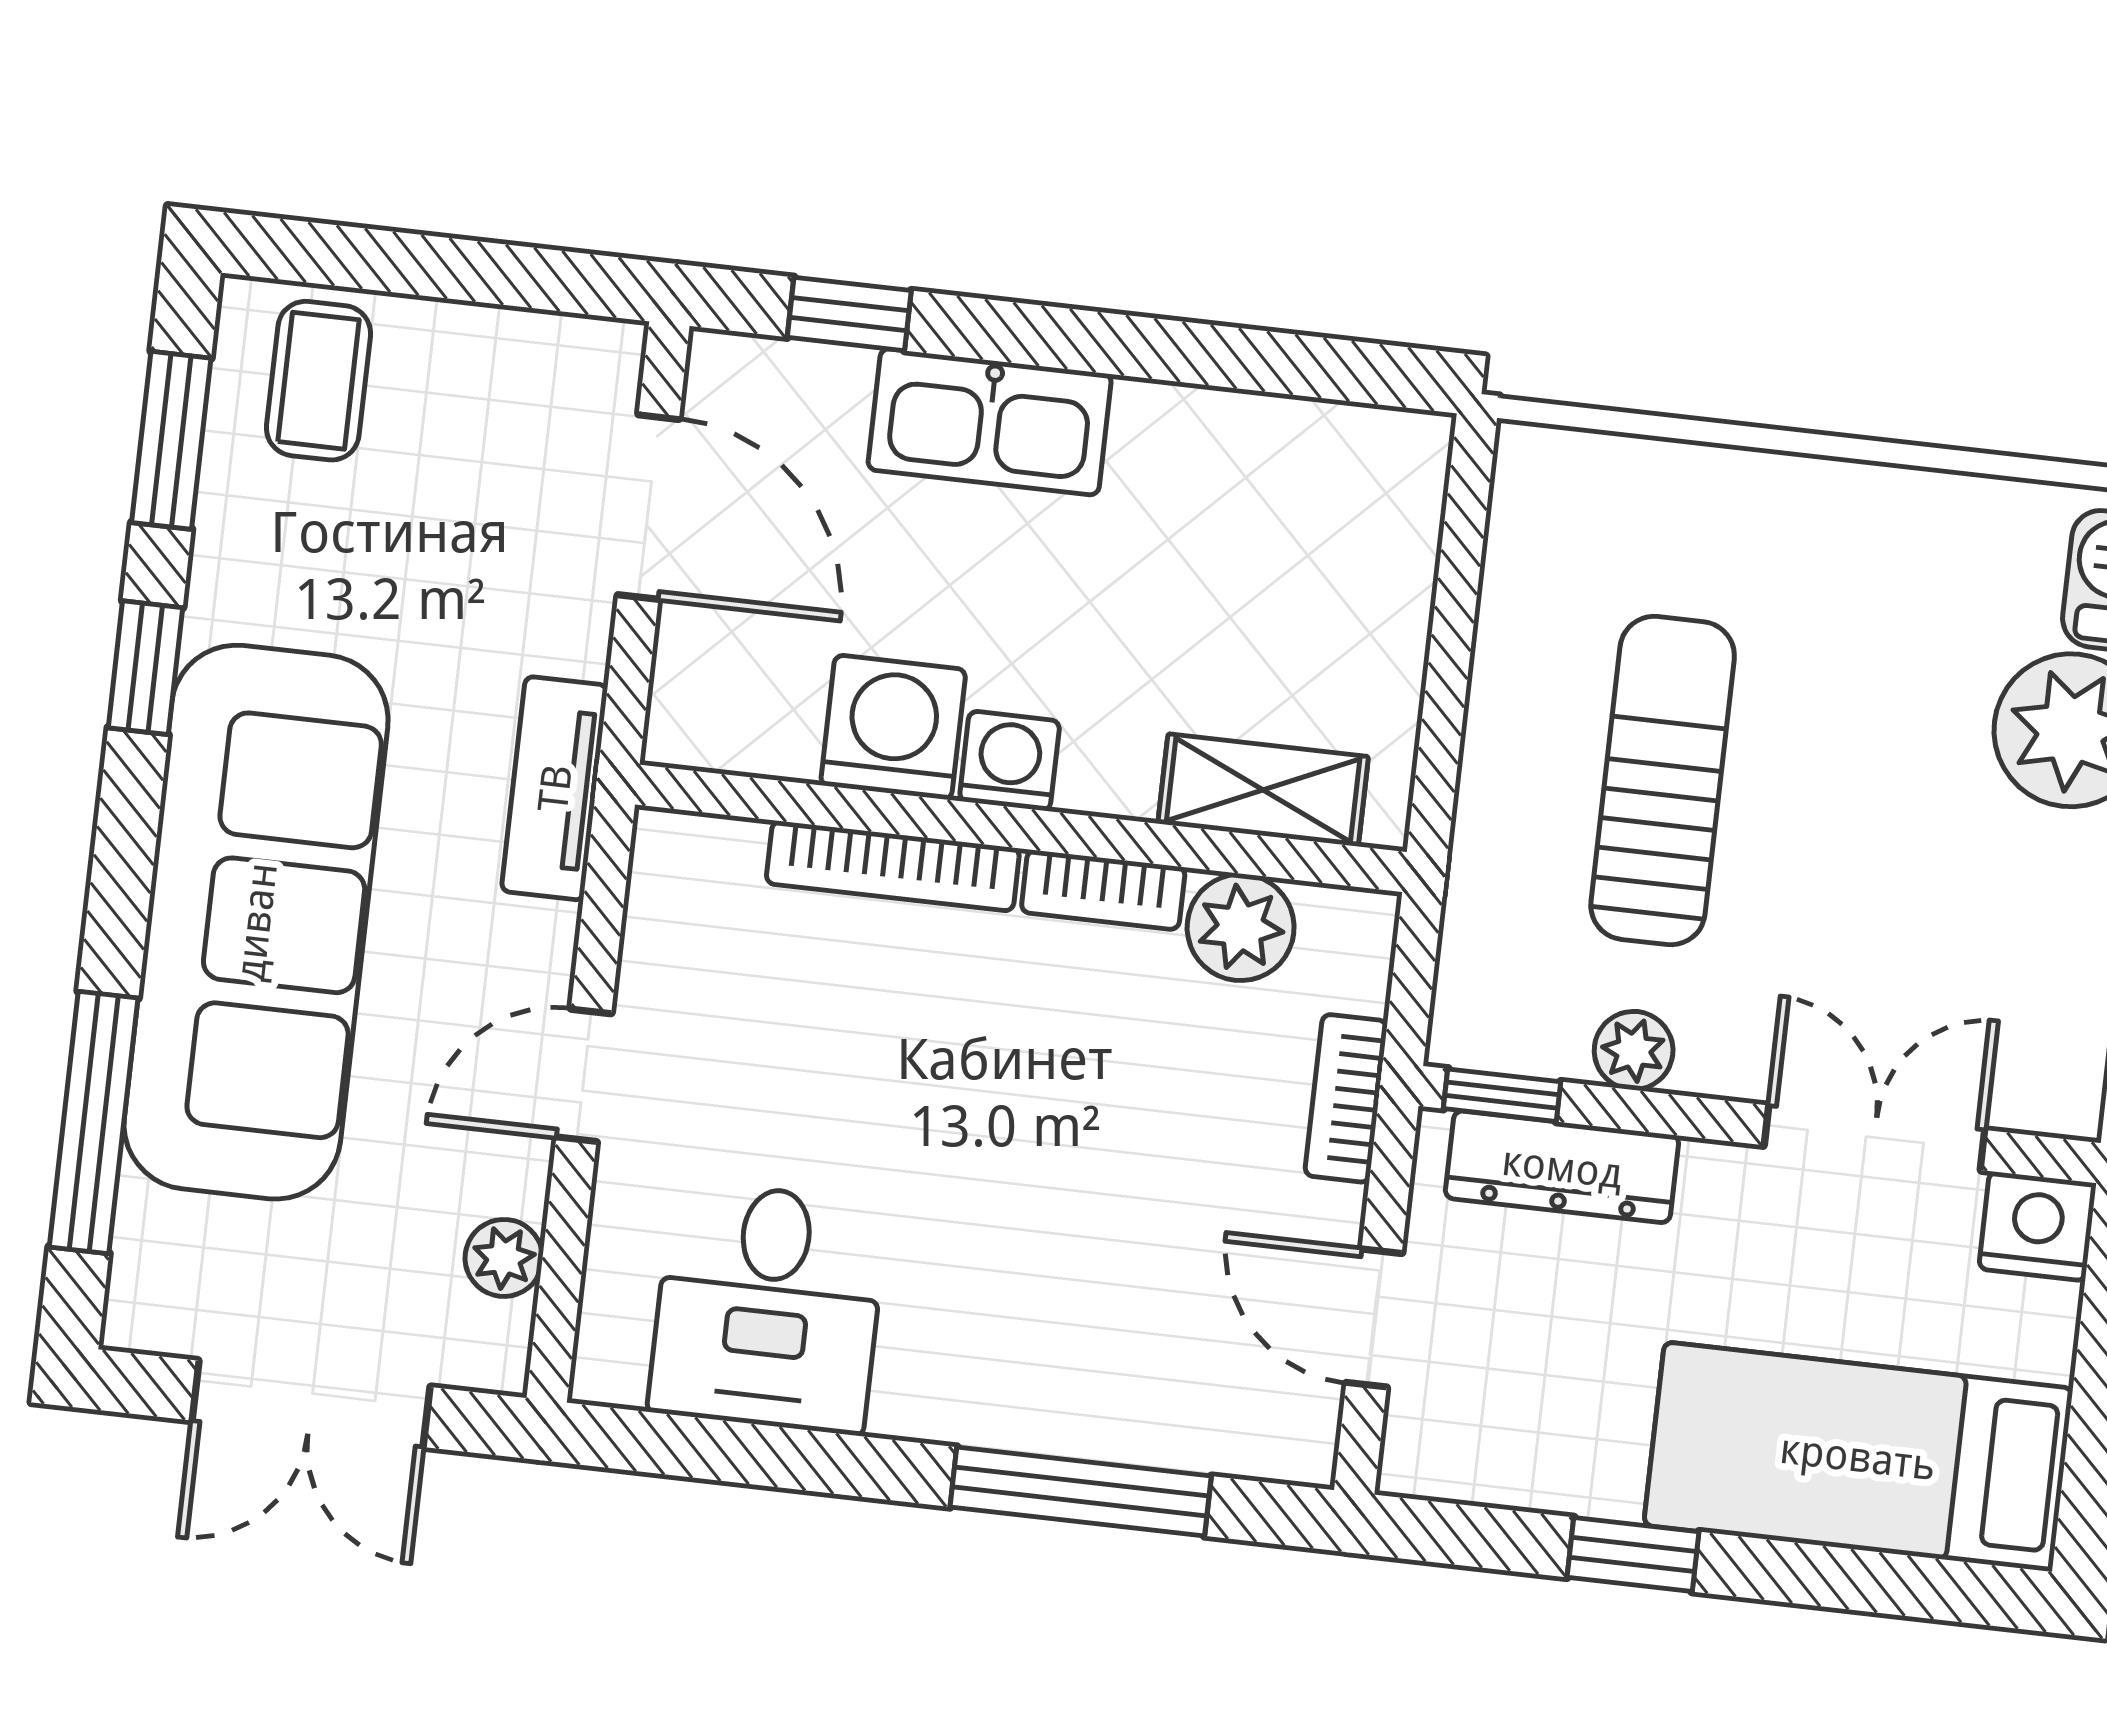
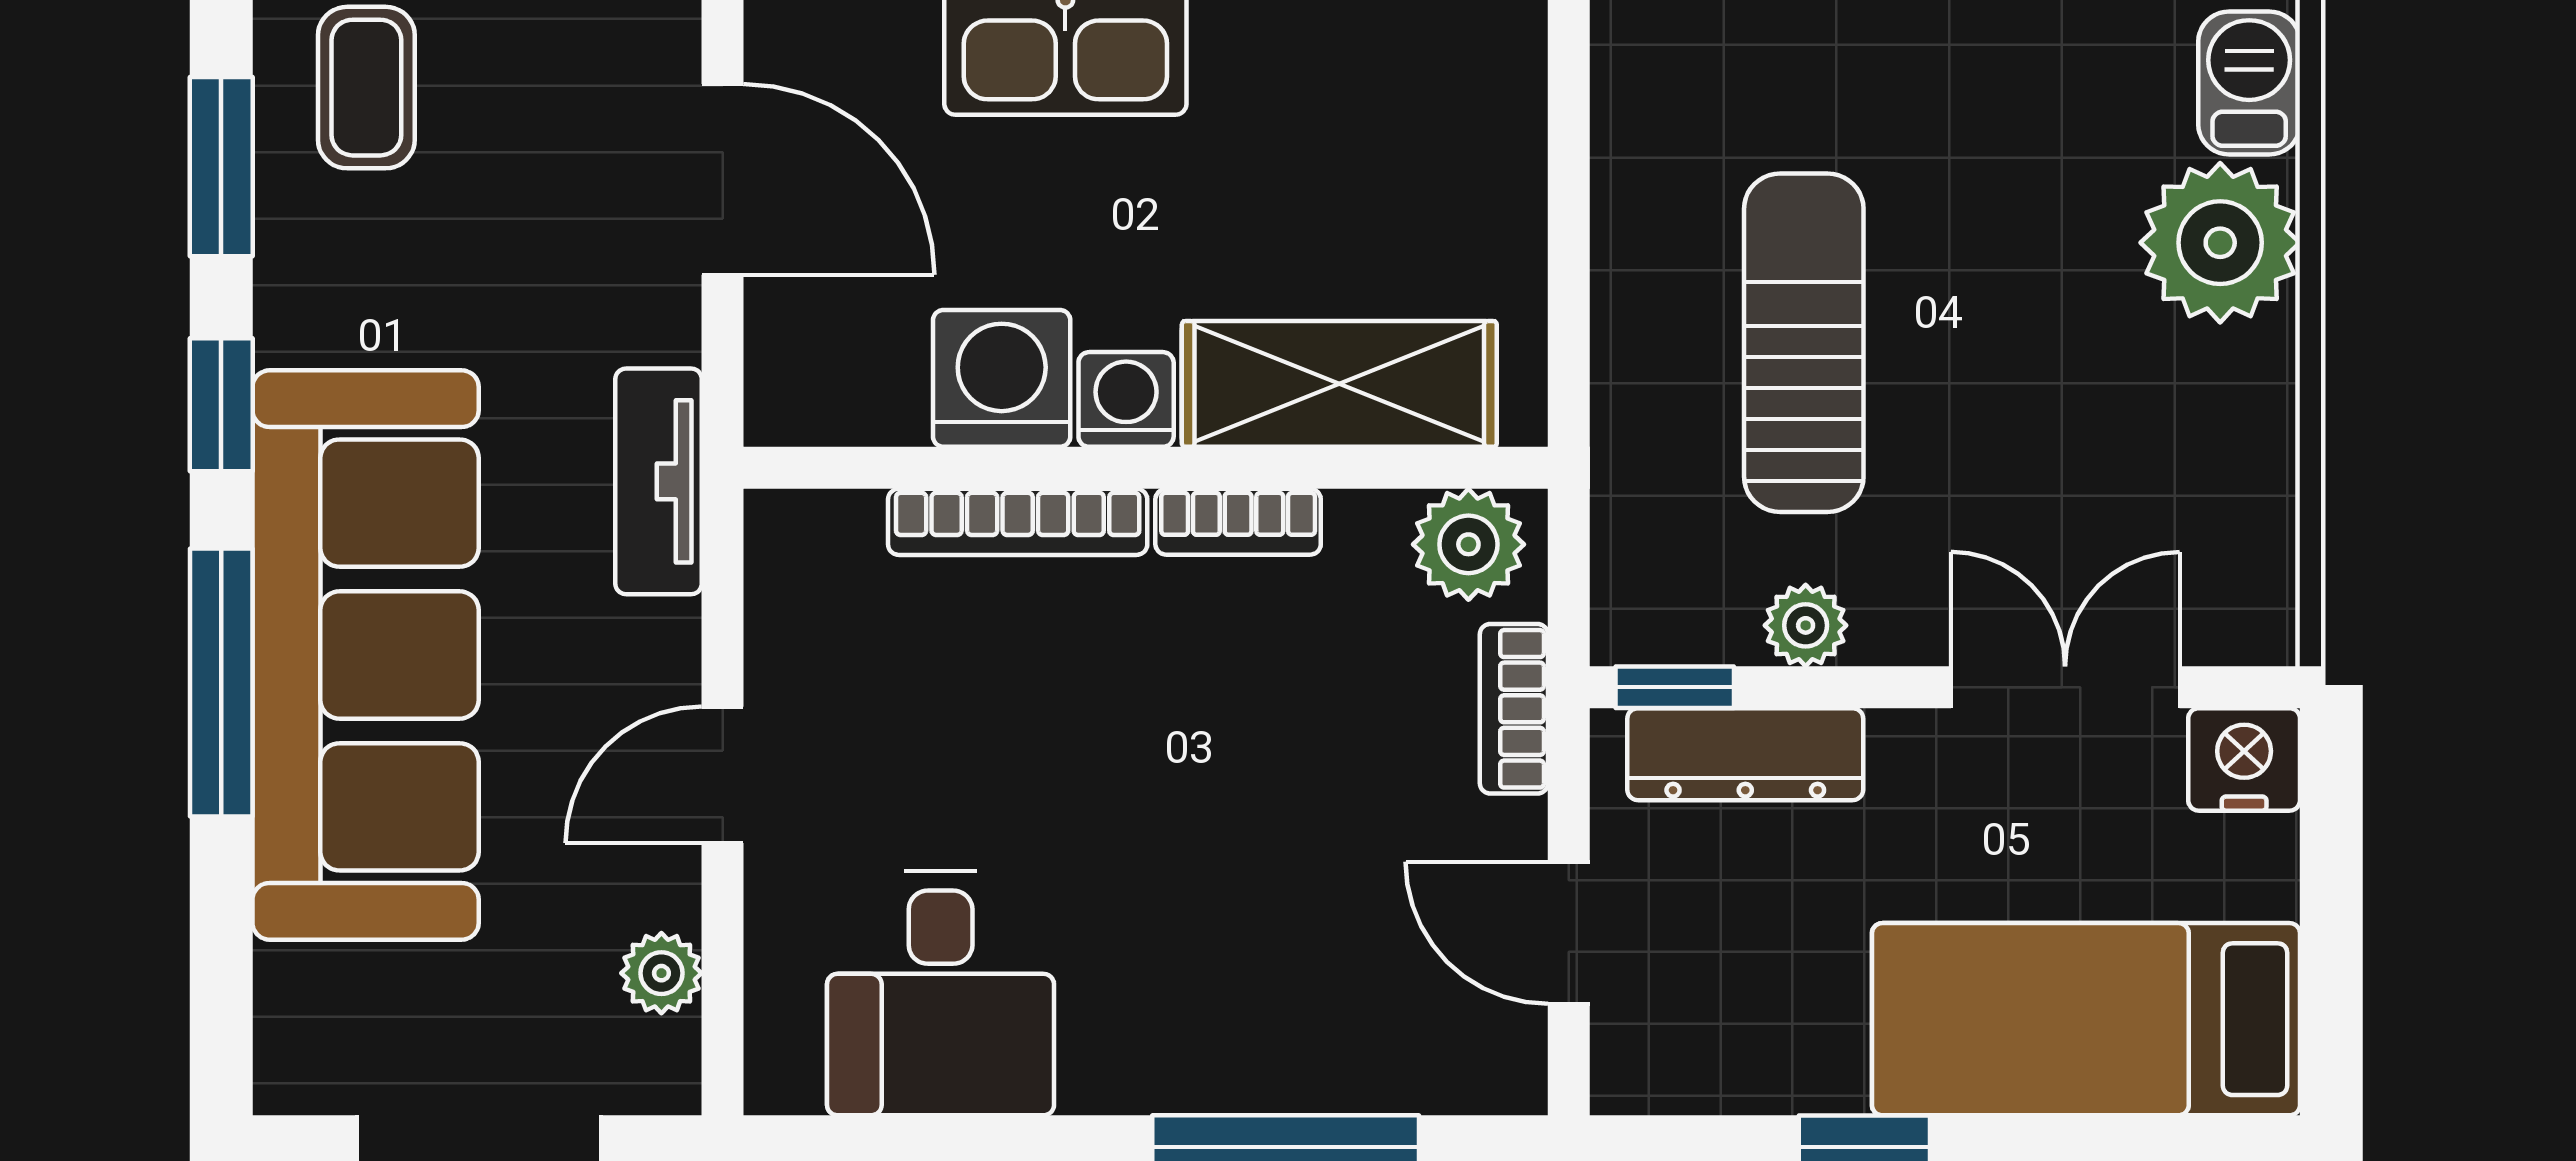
shelving: (1263, 790) -> (1339, 384), width x1.50, depth x1.33
plant: (1241, 927) -> (1468, 544), moved
window: (94, 1122) -> (221, 682), moved

